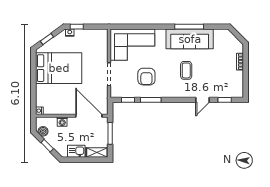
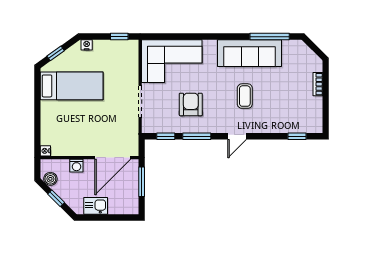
window: (77, 27) -> (119, 37), moved
window: (189, 27) -> (270, 37), moved
bed: (59, 68) -> (72, 86), width x0.67
armchair: (146, 77) -> (191, 104), turned 180
door: (203, 100) -> (237, 136), moved
door: (89, 116) -> (113, 158), swing flipped
shelving: (97, 153) -> (124, 208), removed

